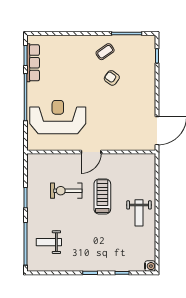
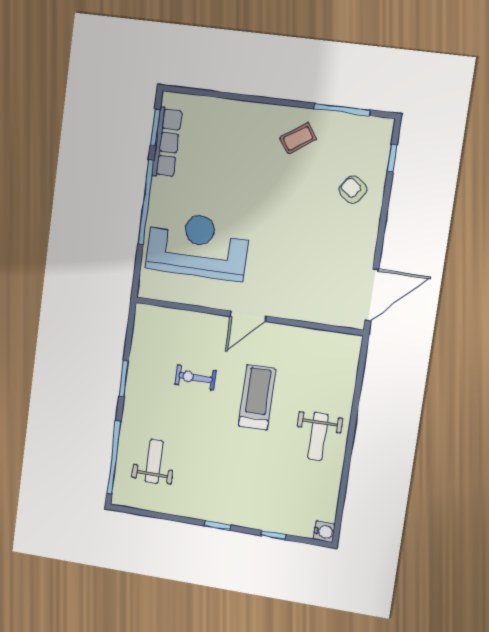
armchair: (112, 78) -> (353, 190), moved
exercise bike: (66, 191) -> (195, 378), width x0.73, depth x0.72
weight bench: (49, 242) -> (154, 461), turned 90

